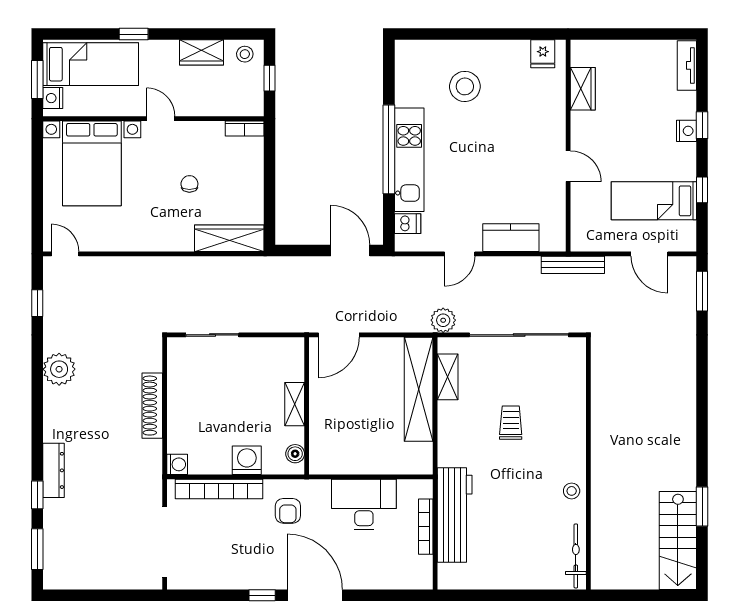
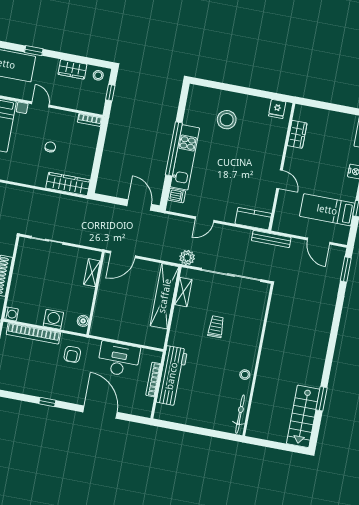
kitchen counter: (511, 238) -> (253, 219), moved
shelving: (295, 404) -> (92, 273), moved
door: (315, 595) -> (100, 412), moved

